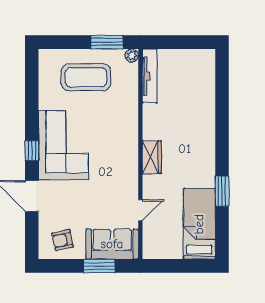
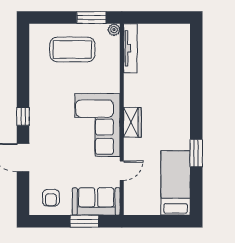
corner sofa: (63, 145) -> (97, 125), moved, turned 180
armchair: (62, 240) -> (51, 198), turned -78

